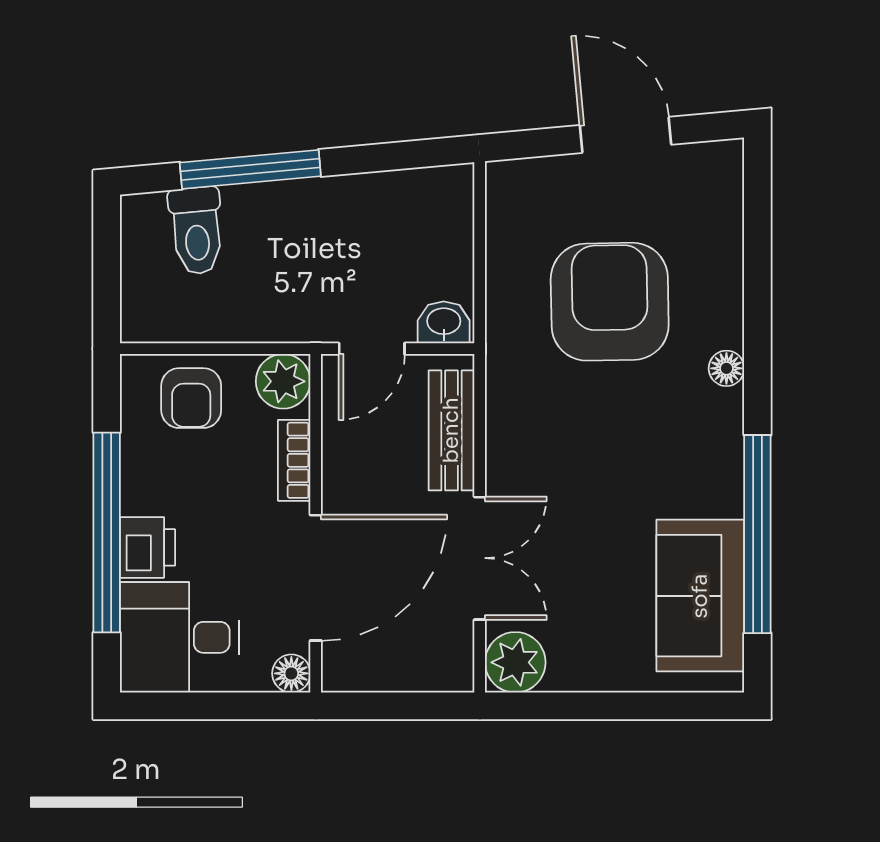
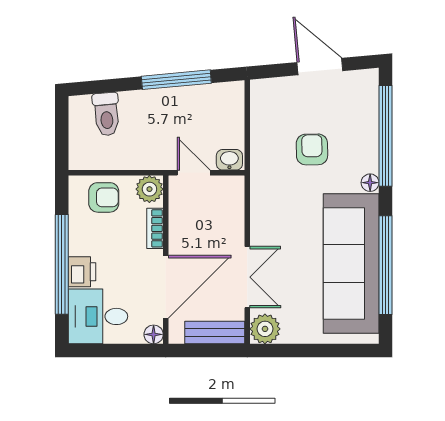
window: (250, 169) -> (176, 80), moved
window: (757, 274) -> (385, 136), added
armchair: (610, 302) -> (312, 149), width x0.53, depth x0.53
door: (372, 349) -> (194, 173), swing flipped
armchair: (191, 398) -> (104, 197), turned -90
bench: (451, 430) -> (215, 333), moved, turned 90
sofa: (700, 596) -> (351, 264), width x1.85, depth x1.27

